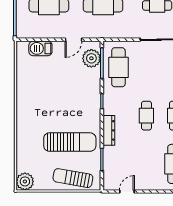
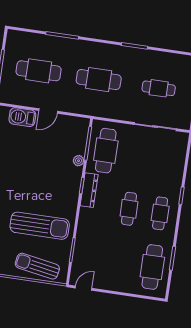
door: (73, 40) -> (48, 111), moved
plant: (91, 58) -> (79, 161), moved, width x0.53, depth x0.53
dresser: (109, 130) -> (89, 190), moved
door: (127, 192) -> (84, 288), moved

